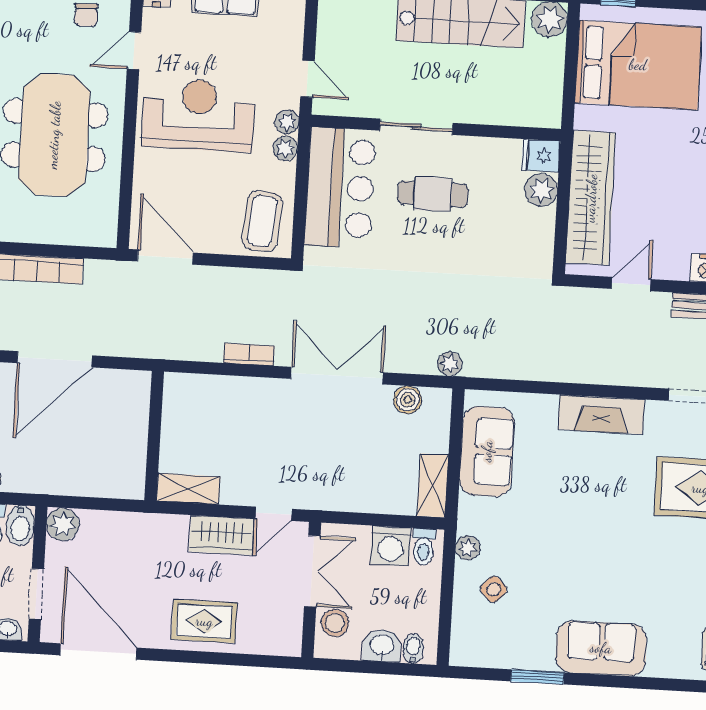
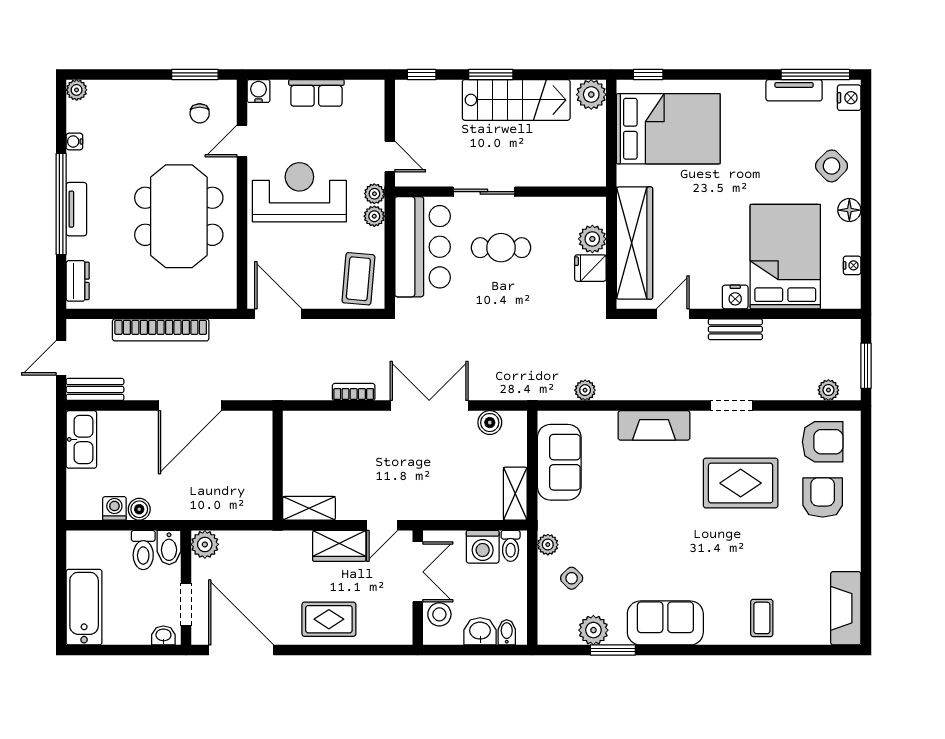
fridge: (541, 156) -> (590, 268), moved
plant: (450, 364) -> (585, 390), moved
plant: (516, 652) -> (593, 630), added

